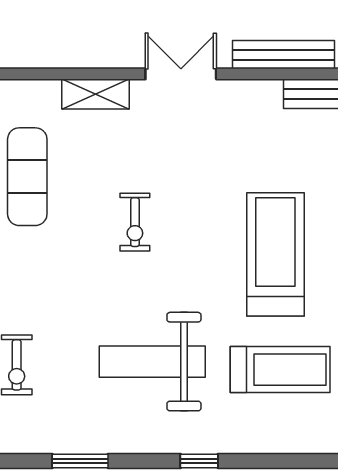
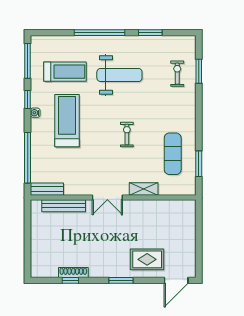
treadmill: (275, 254) -> (67, 121), turned 180
treadmill: (280, 370) -> (65, 72), turned 180
window: (199, 461) -> (99, 33), width x3.17

